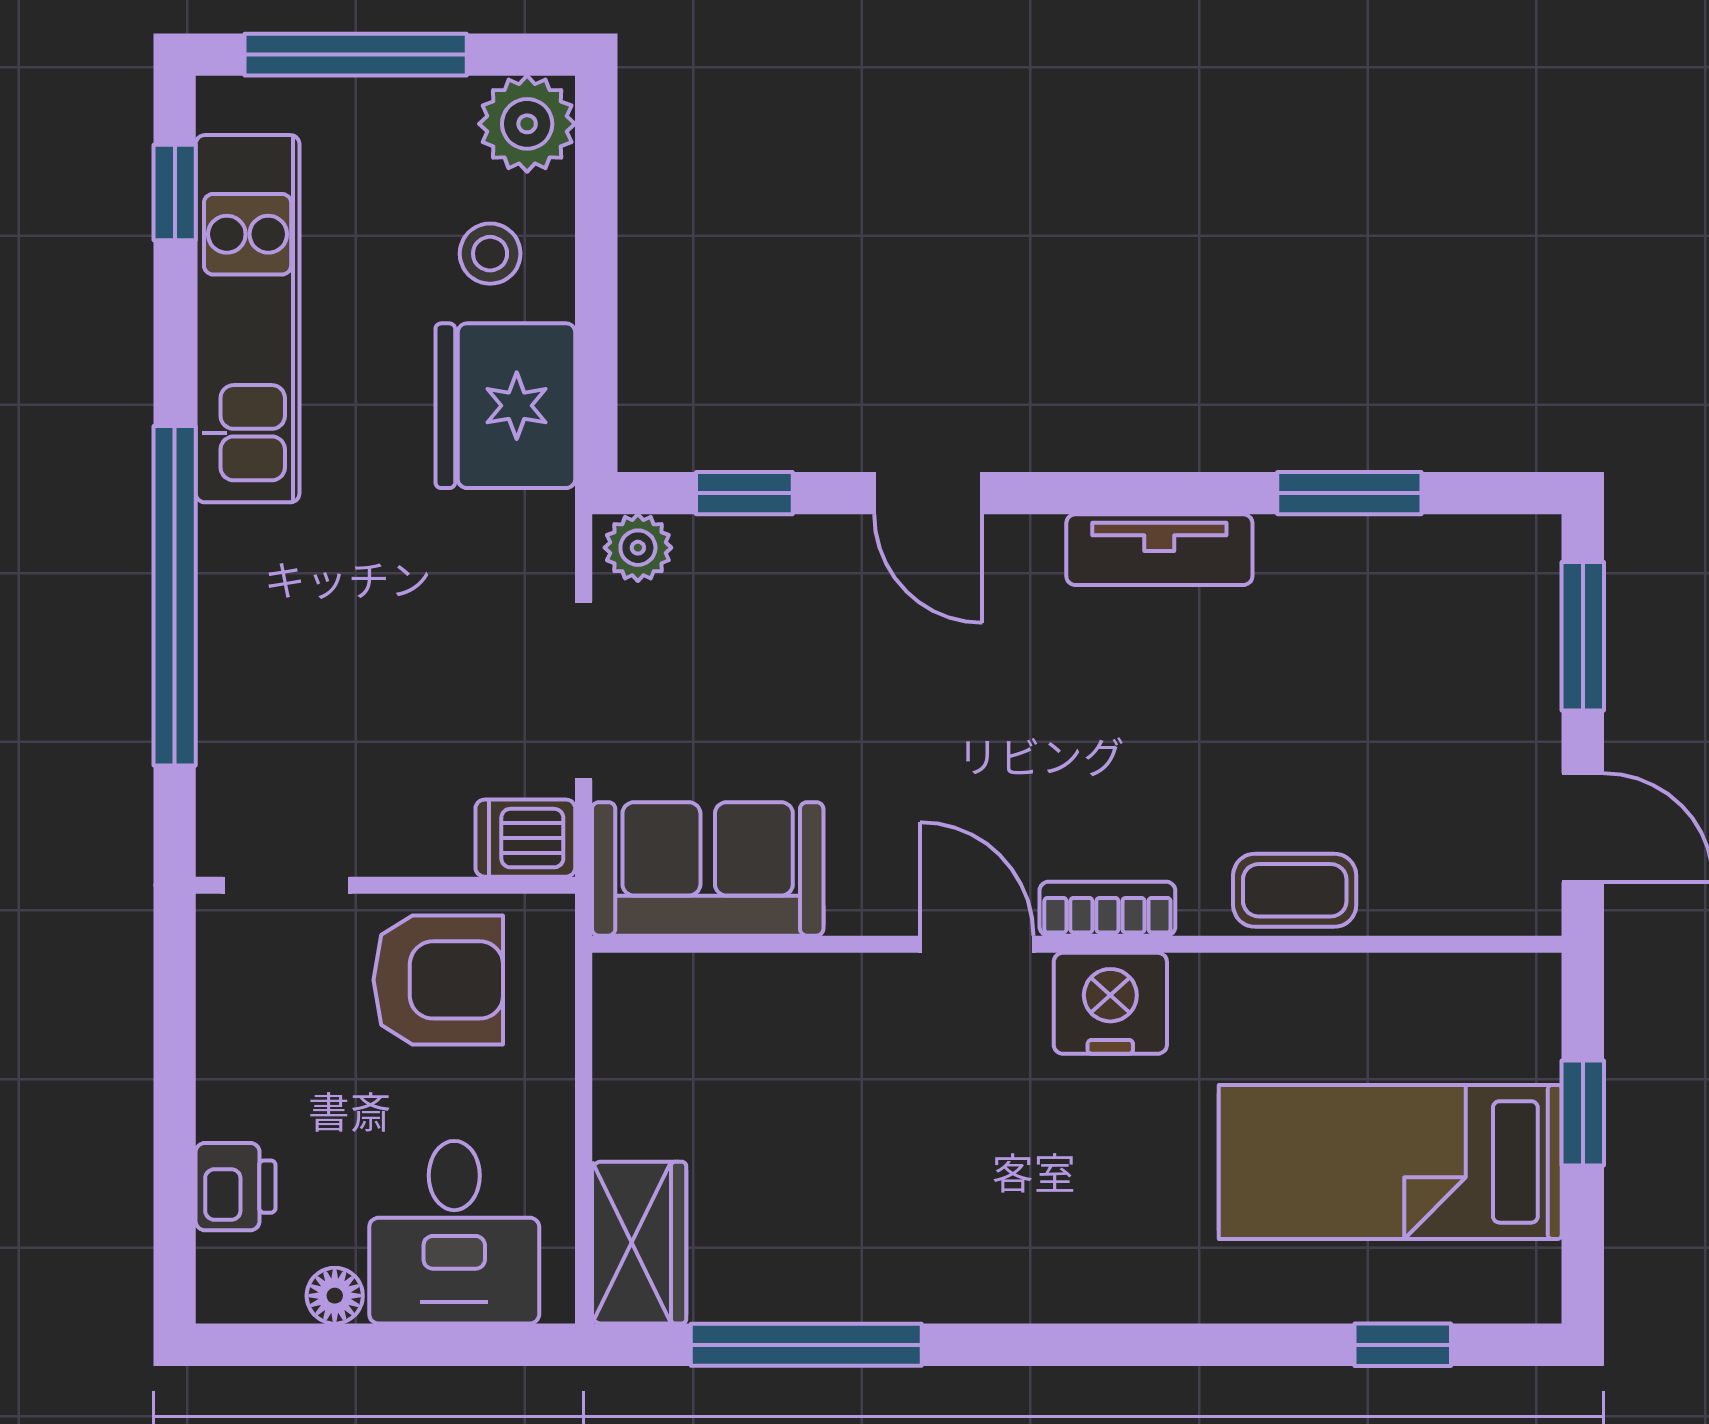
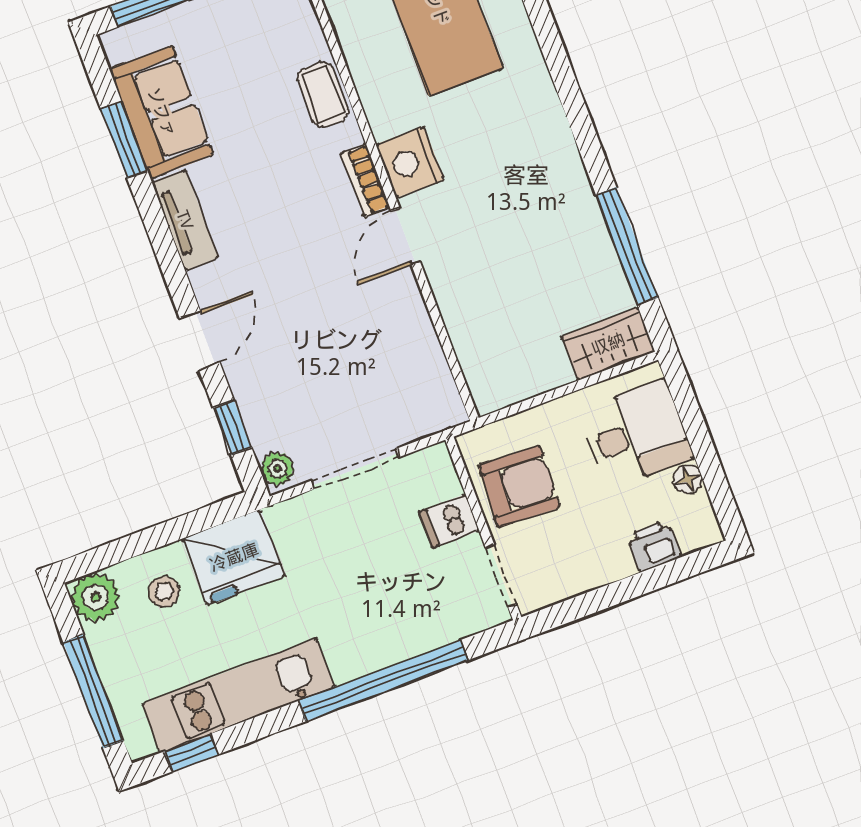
dishwasher: (525, 838) -> (449, 521), moved, turned 90
sofa: (708, 869) -> (162, 112), moved, turned 180
armchair: (438, 980) -> (519, 486), turned 93

